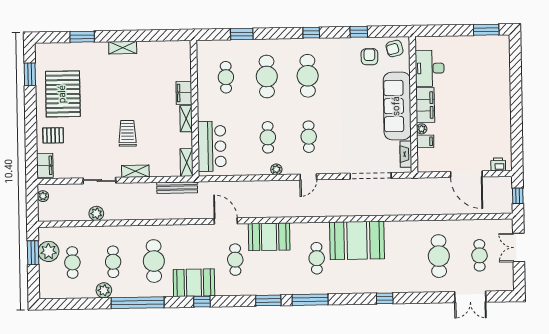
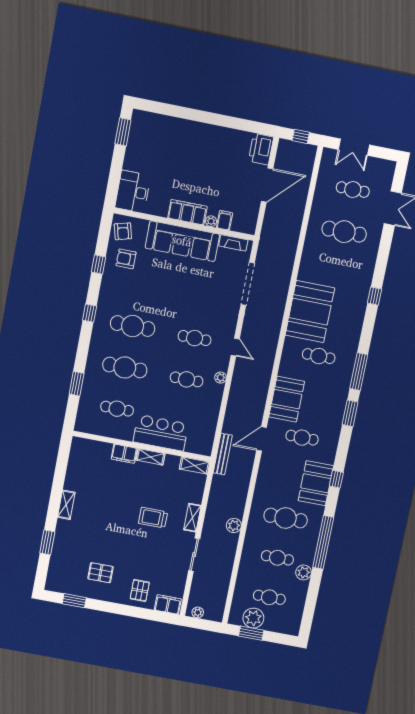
desk: (430, 68) -> (133, 192), moved, turned 90
pallet: (63, 94) -> (101, 573), width x0.49, depth x0.50
bar counter: (212, 146) -> (161, 433), moved
printer: (498, 164) -> (261, 149), width x1.87, depth x1.48
bench: (177, 188) -> (223, 454), moved
plant: (96, 213) -> (234, 525), moved

